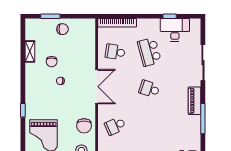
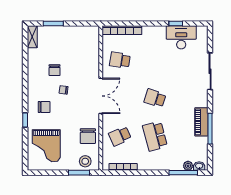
chair: (63, 29) -> (44, 107), moved
shelving: (30, 51) -> (32, 37), moved
school desk: (149, 52) -> (155, 136), moved
piano: (195, 101) -> (201, 122), moved

